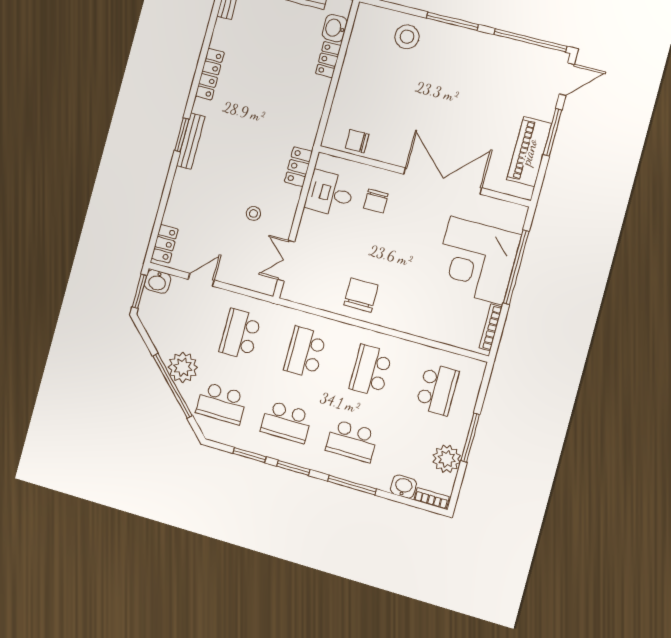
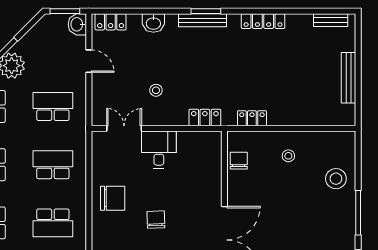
washbasin: (335, 28) -> (153, 23), moved, turned 180
locker: (328, 60) -> (252, 118), moved
stool: (367, 84) -> (288, 156), added
desk: (330, 193) -> (159, 150), moved
chair: (376, 201) -> (156, 220), moved, turned 88
school desk: (371, 371) -> (53, 223), turned 180

